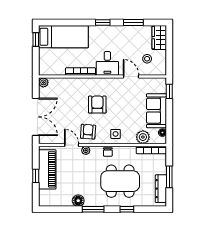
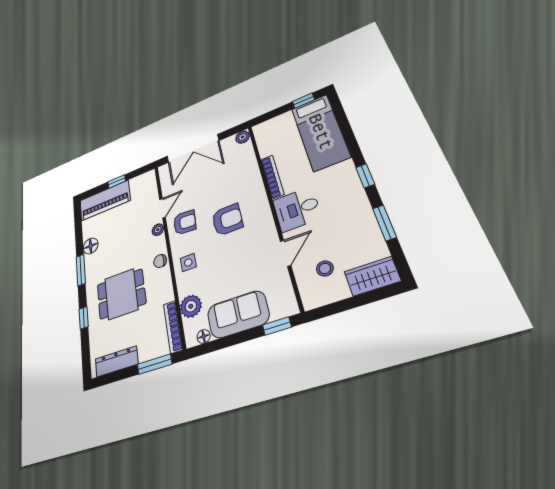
piano: (47, 169) -> (105, 200), moved
window: (169, 177) -> (155, 364), moved
dining table: (120, 181) -> (121, 294), width x0.73

